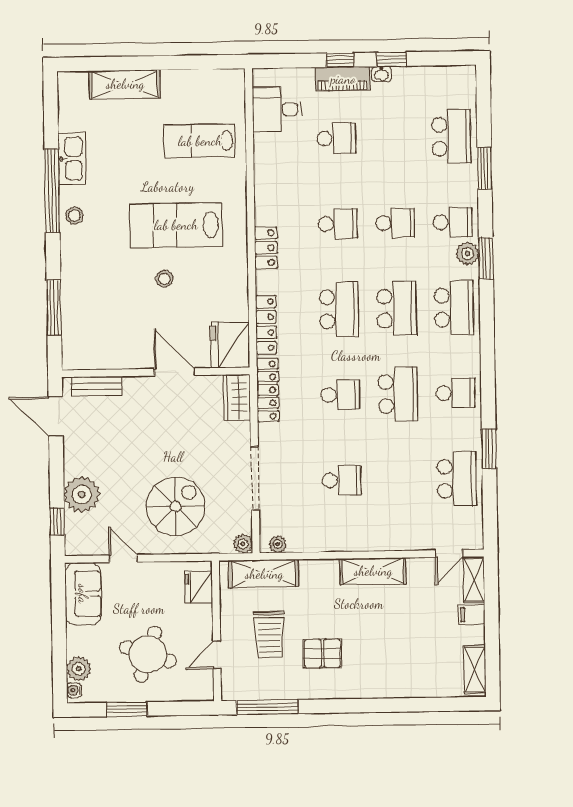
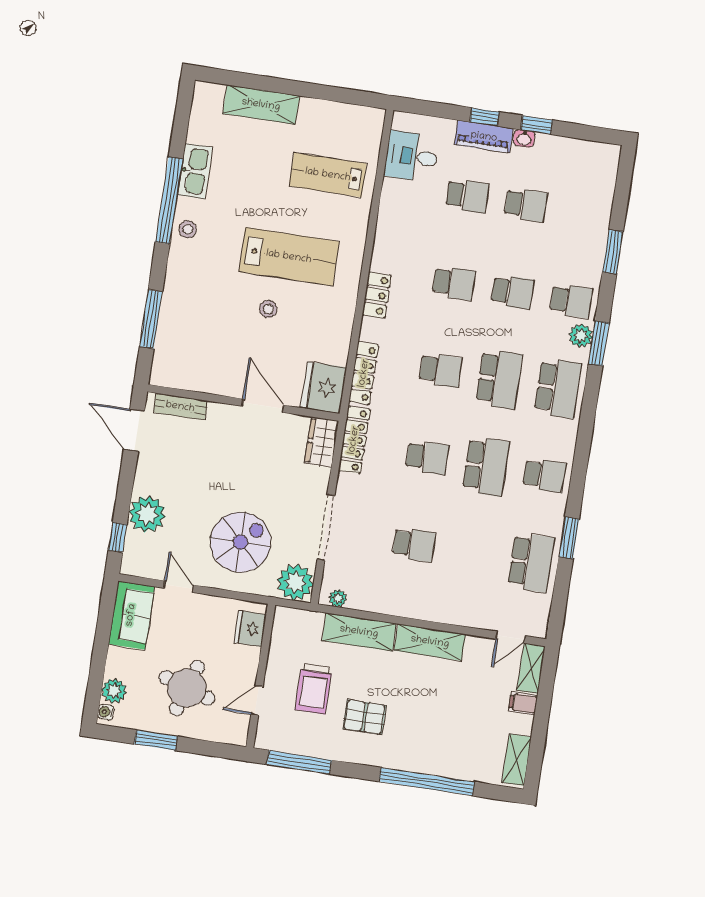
school desk: (451, 137) -> (526, 205), moved, width x0.54
lab bench: (176, 225) -> (289, 257), turned 180
school desk: (339, 309) -> (441, 370), width x0.54
plant: (243, 544) -> (295, 582), width x1.87, depth x1.87
shelving: (264, 574) -> (359, 632), moved
window: (392, 705) -> (427, 782), added

